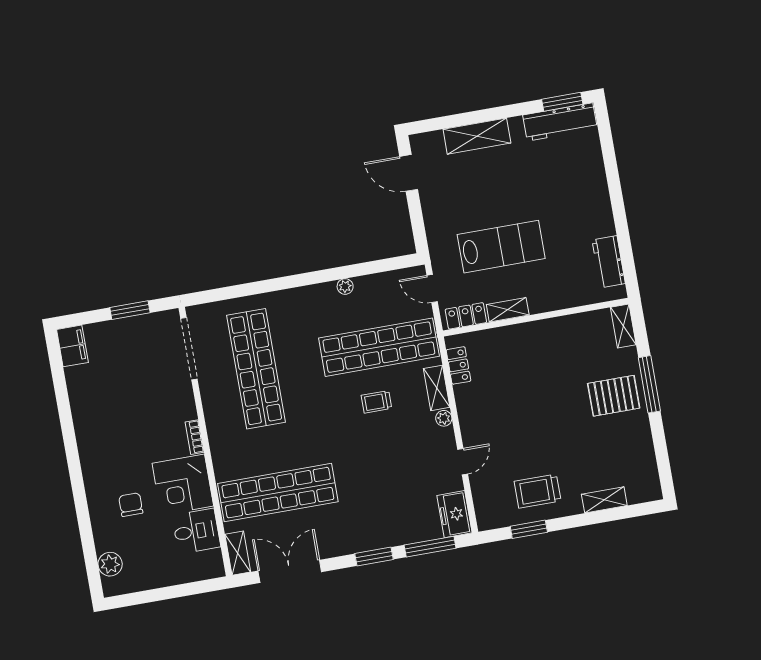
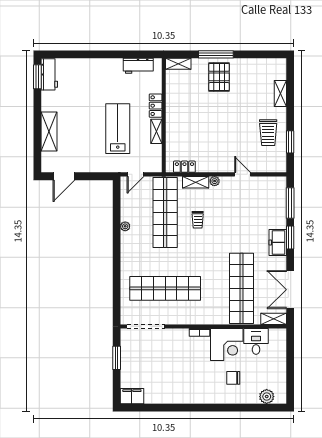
workbench: (560, 122) -> (49, 74), width x0.73
locker: (466, 316) -> (156, 106), moved
freezer: (455, 514) -> (278, 242), moved, turned 90

